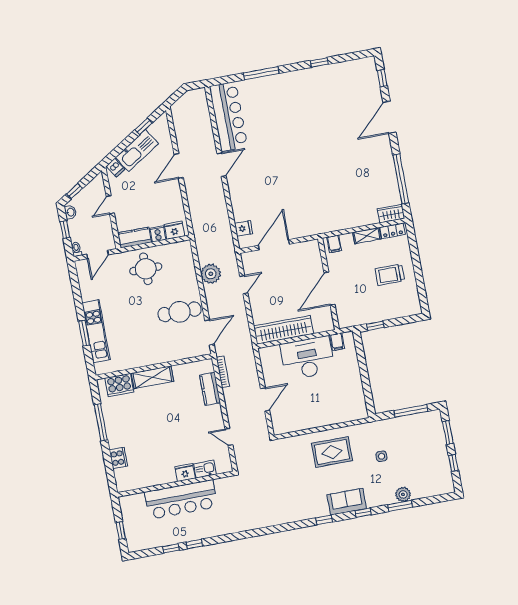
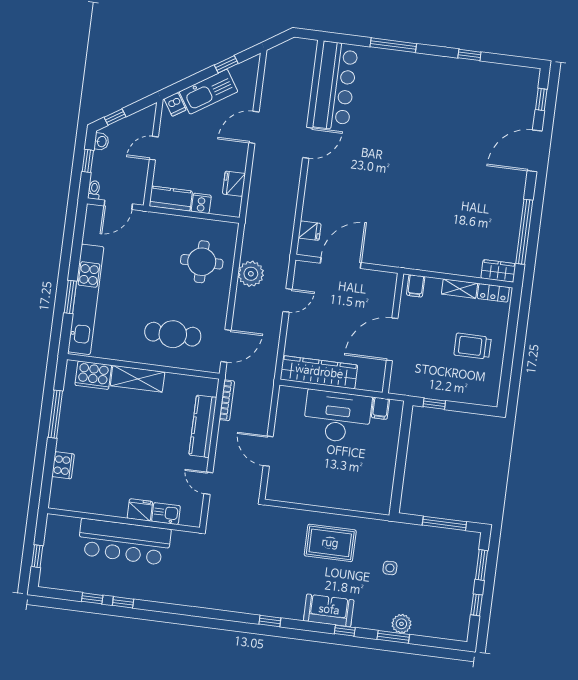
fridge: (174, 230) -> (234, 184), moved, turned -90
round table: (146, 269) -> (202, 262), moved
cafe table: (179, 312) -> (173, 334), moved
kitchen unit: (96, 331) -> (86, 299), width x1.36
kitchen counter: (210, 389) -> (203, 426), width x1.50
door: (265, 399) -> (268, 451), swing flipped
window: (324, 520) -> (270, 621), moved

